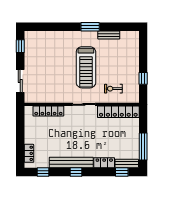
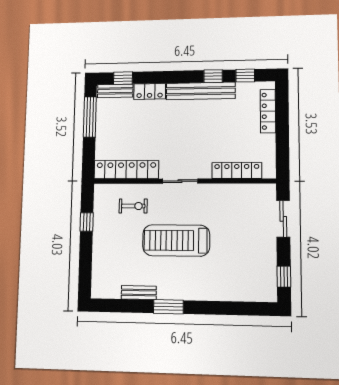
treadmill: (86, 67) -> (176, 240), turned -90
locker: (29, 153) -> (268, 111), width x1.53
window: (76, 172) -> (213, 76), moved

